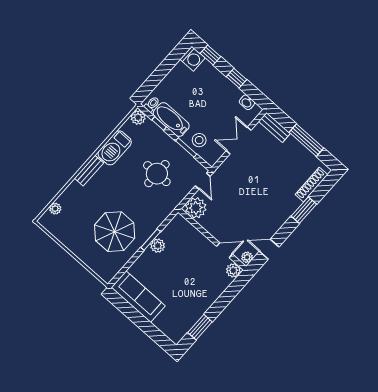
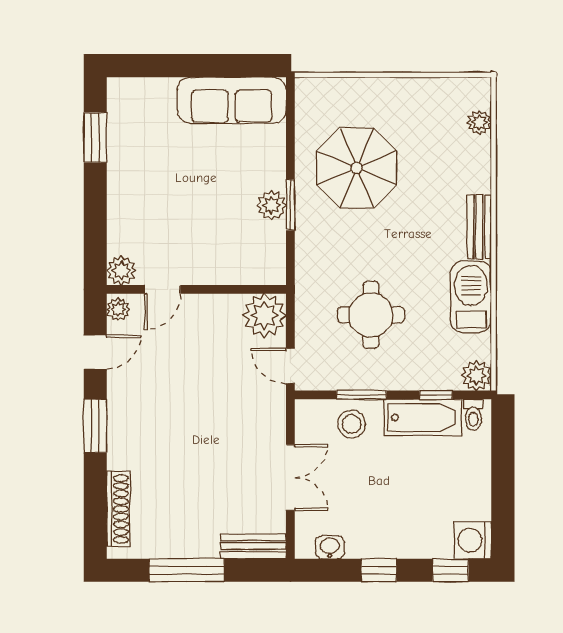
window: (304, 210) -> (95, 426), moved

